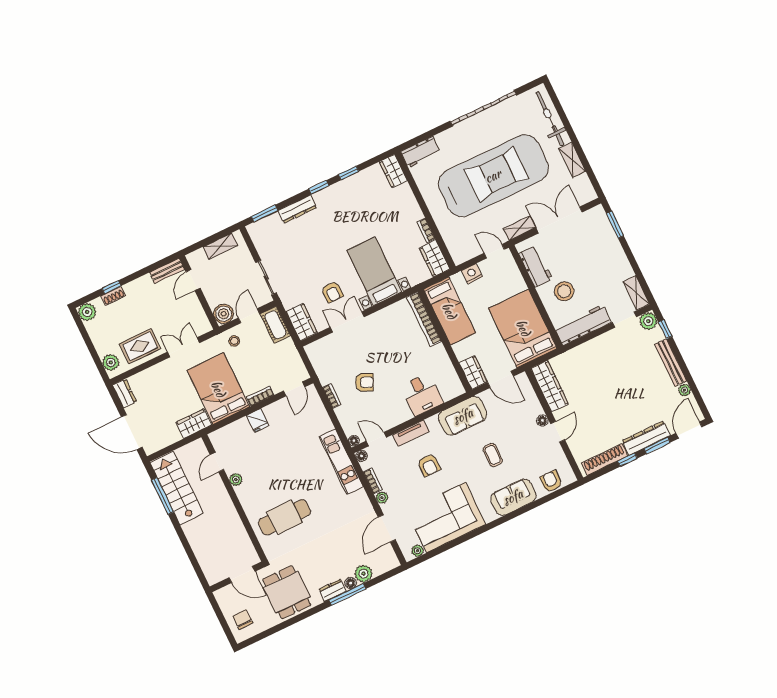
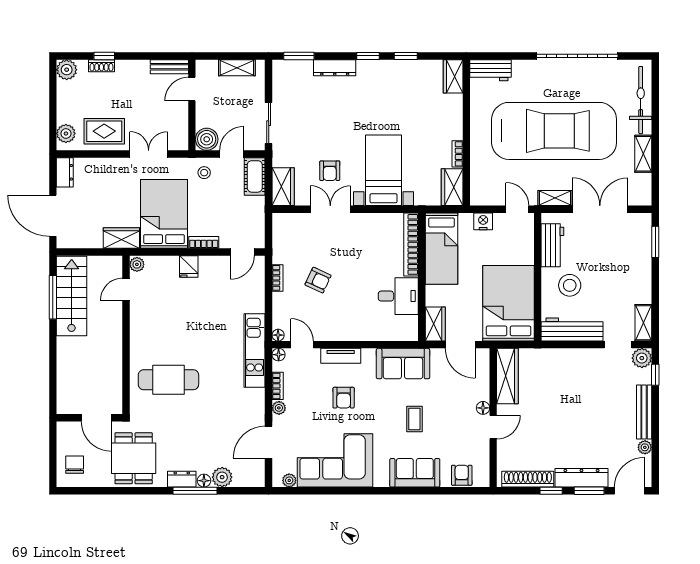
desk: (422, 394) -> (398, 296), moved, turned -90
plant: (236, 480) -> (137, 264), moved

